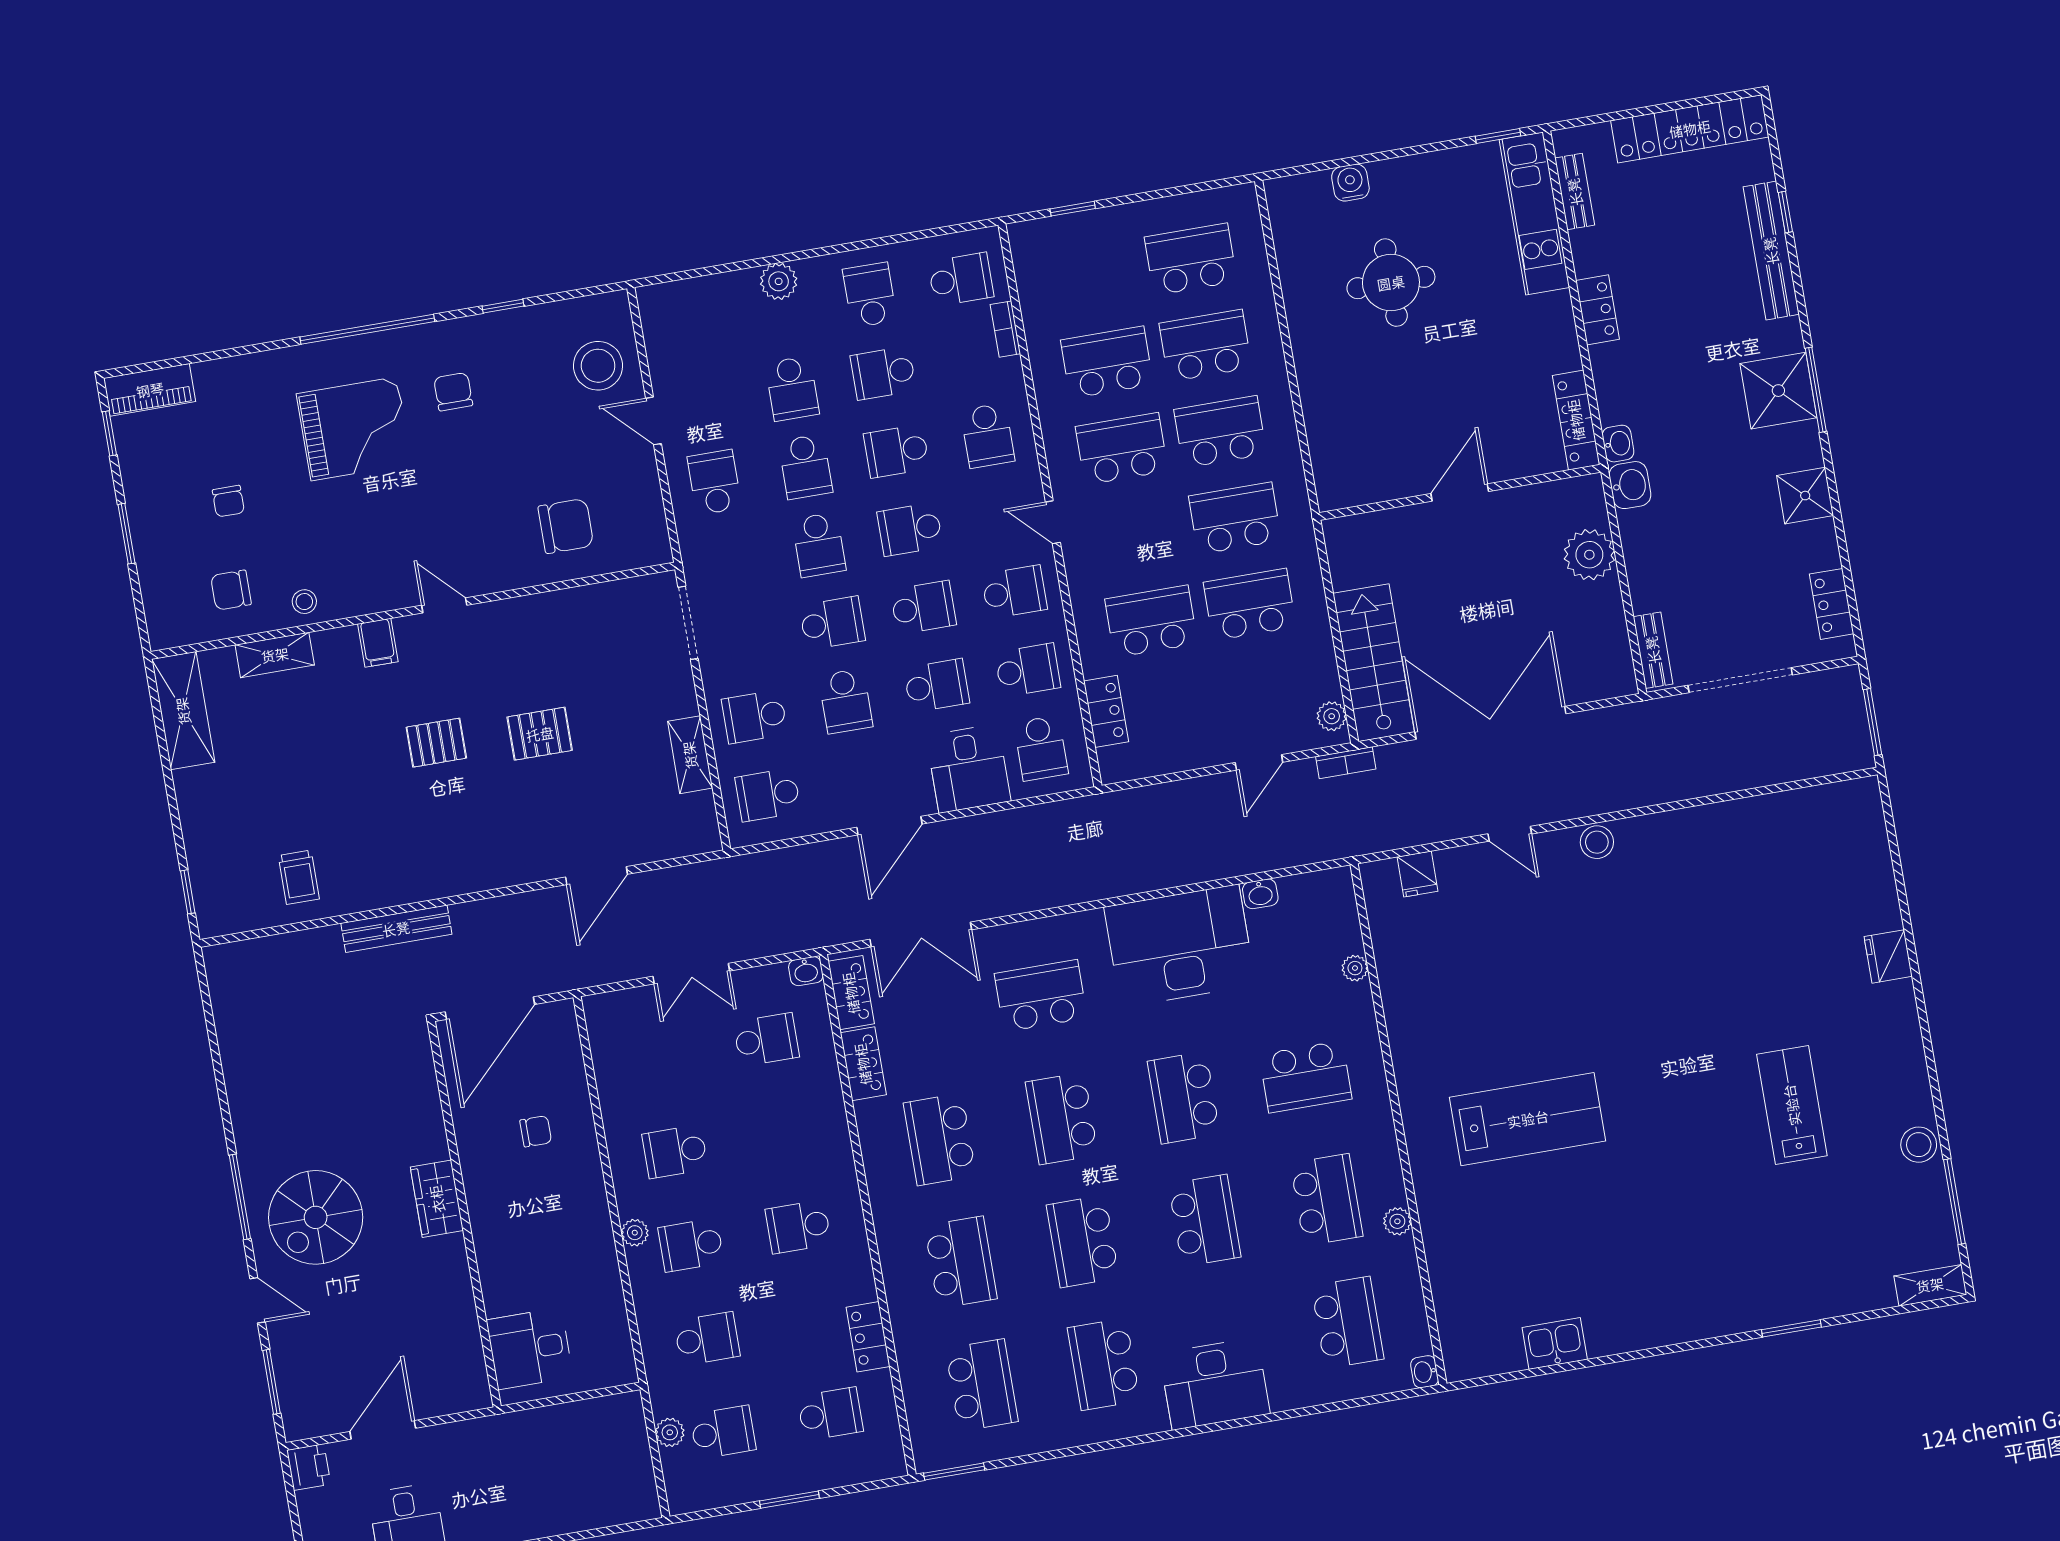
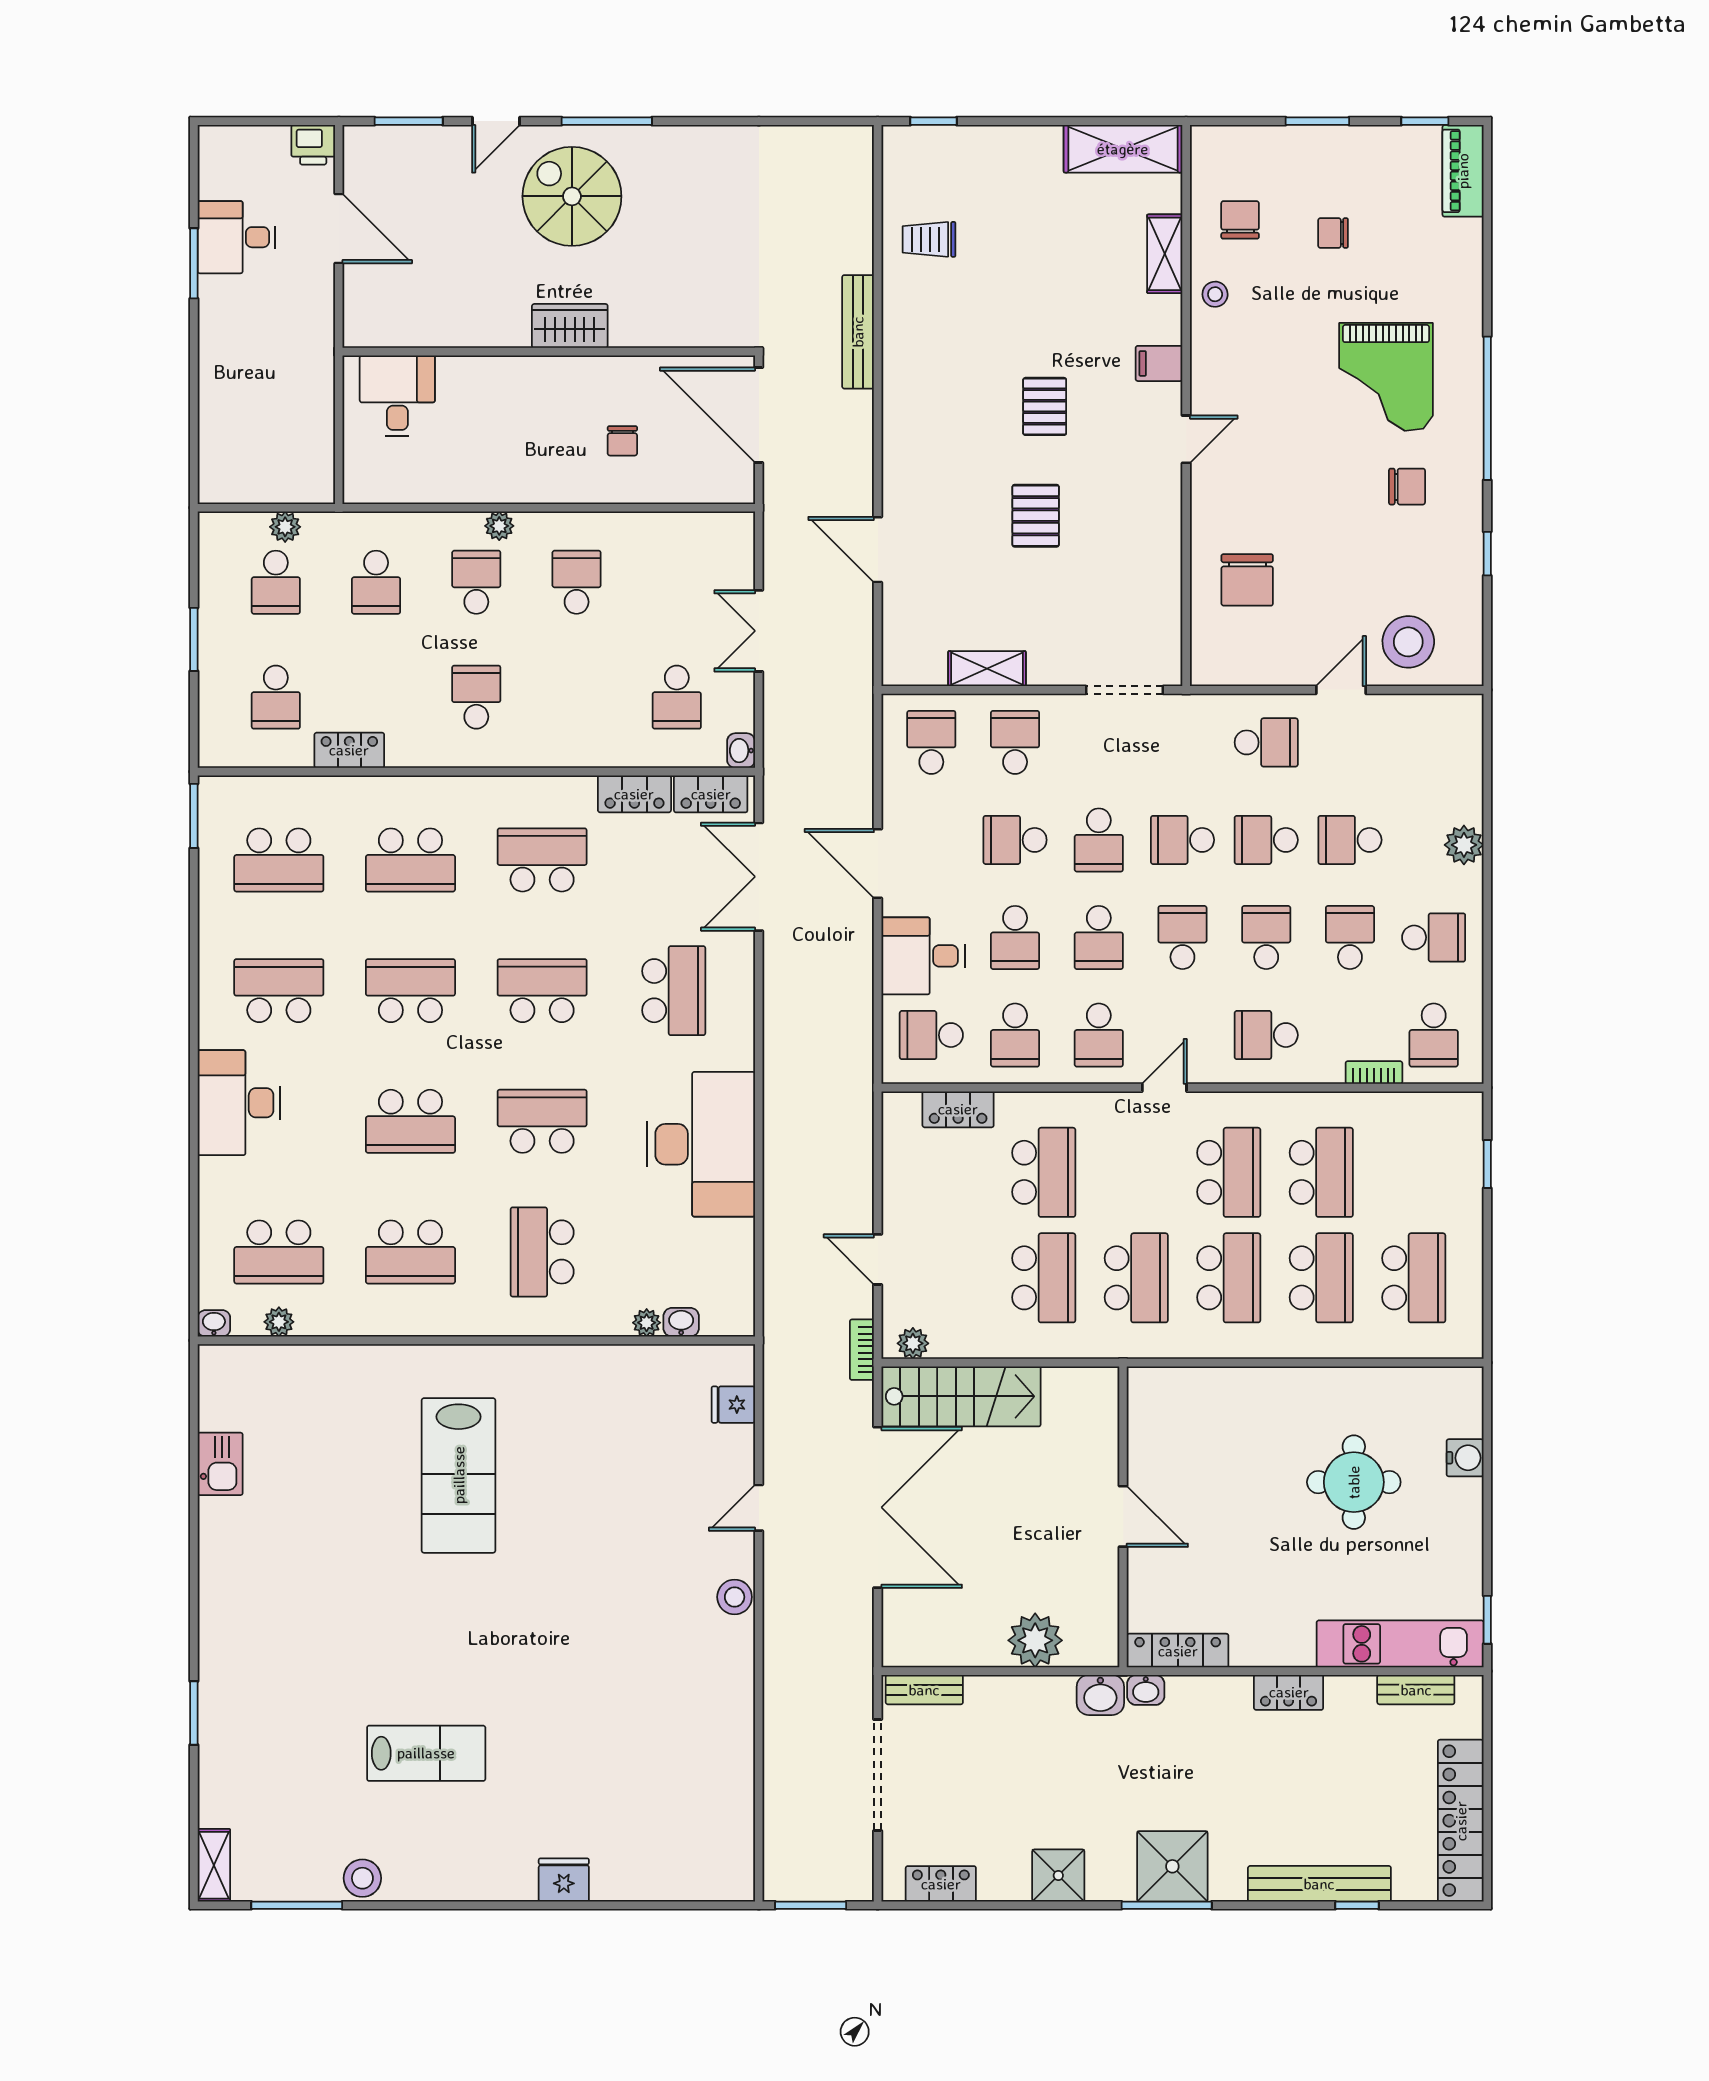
washbasin: (1260, 894) -> (681, 1322), moved, turned 90
plant: (1397, 1221) -> (279, 1322), moved

